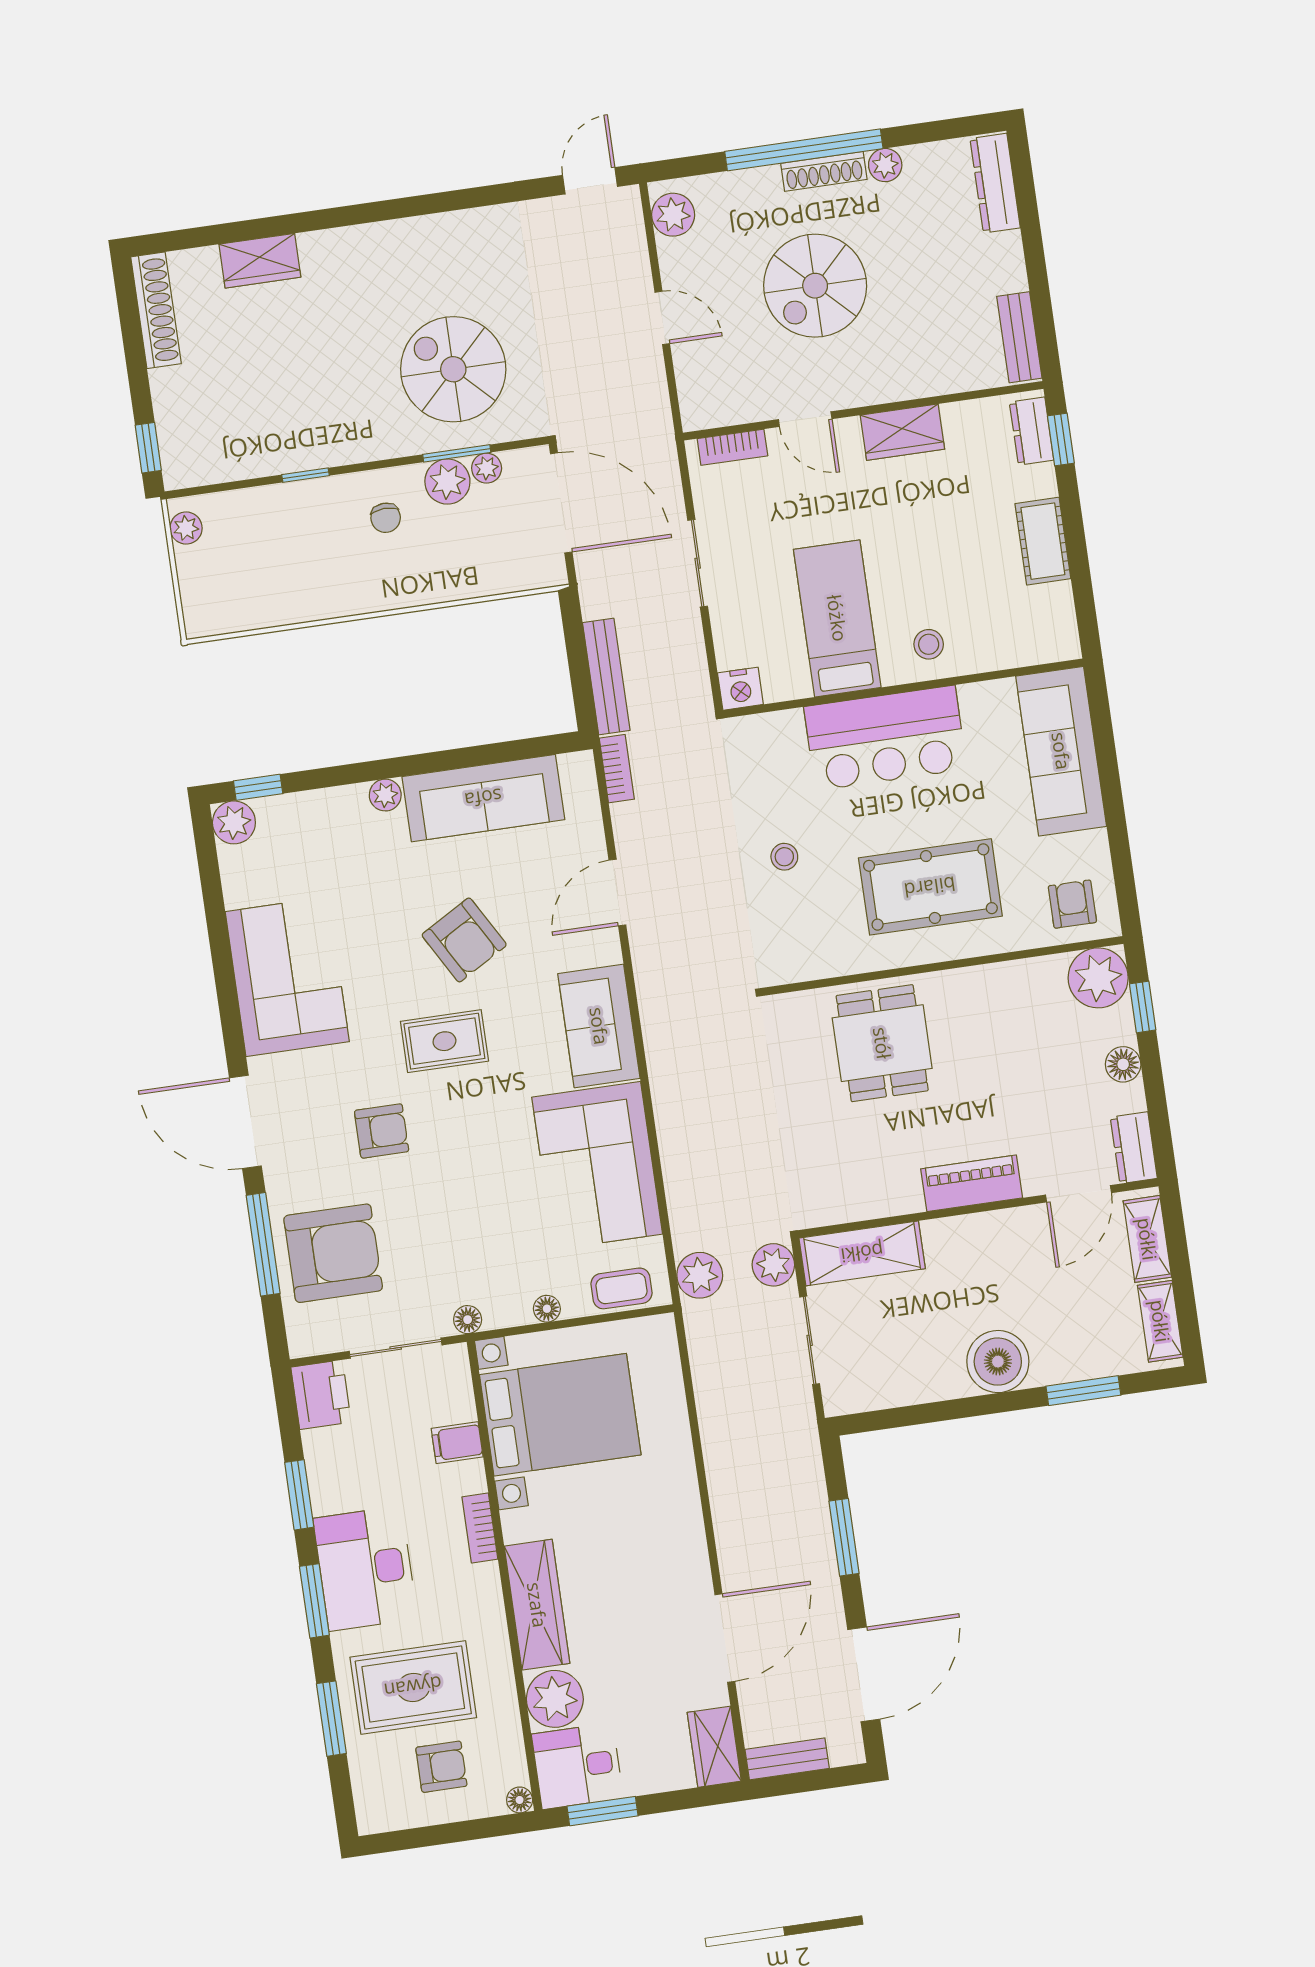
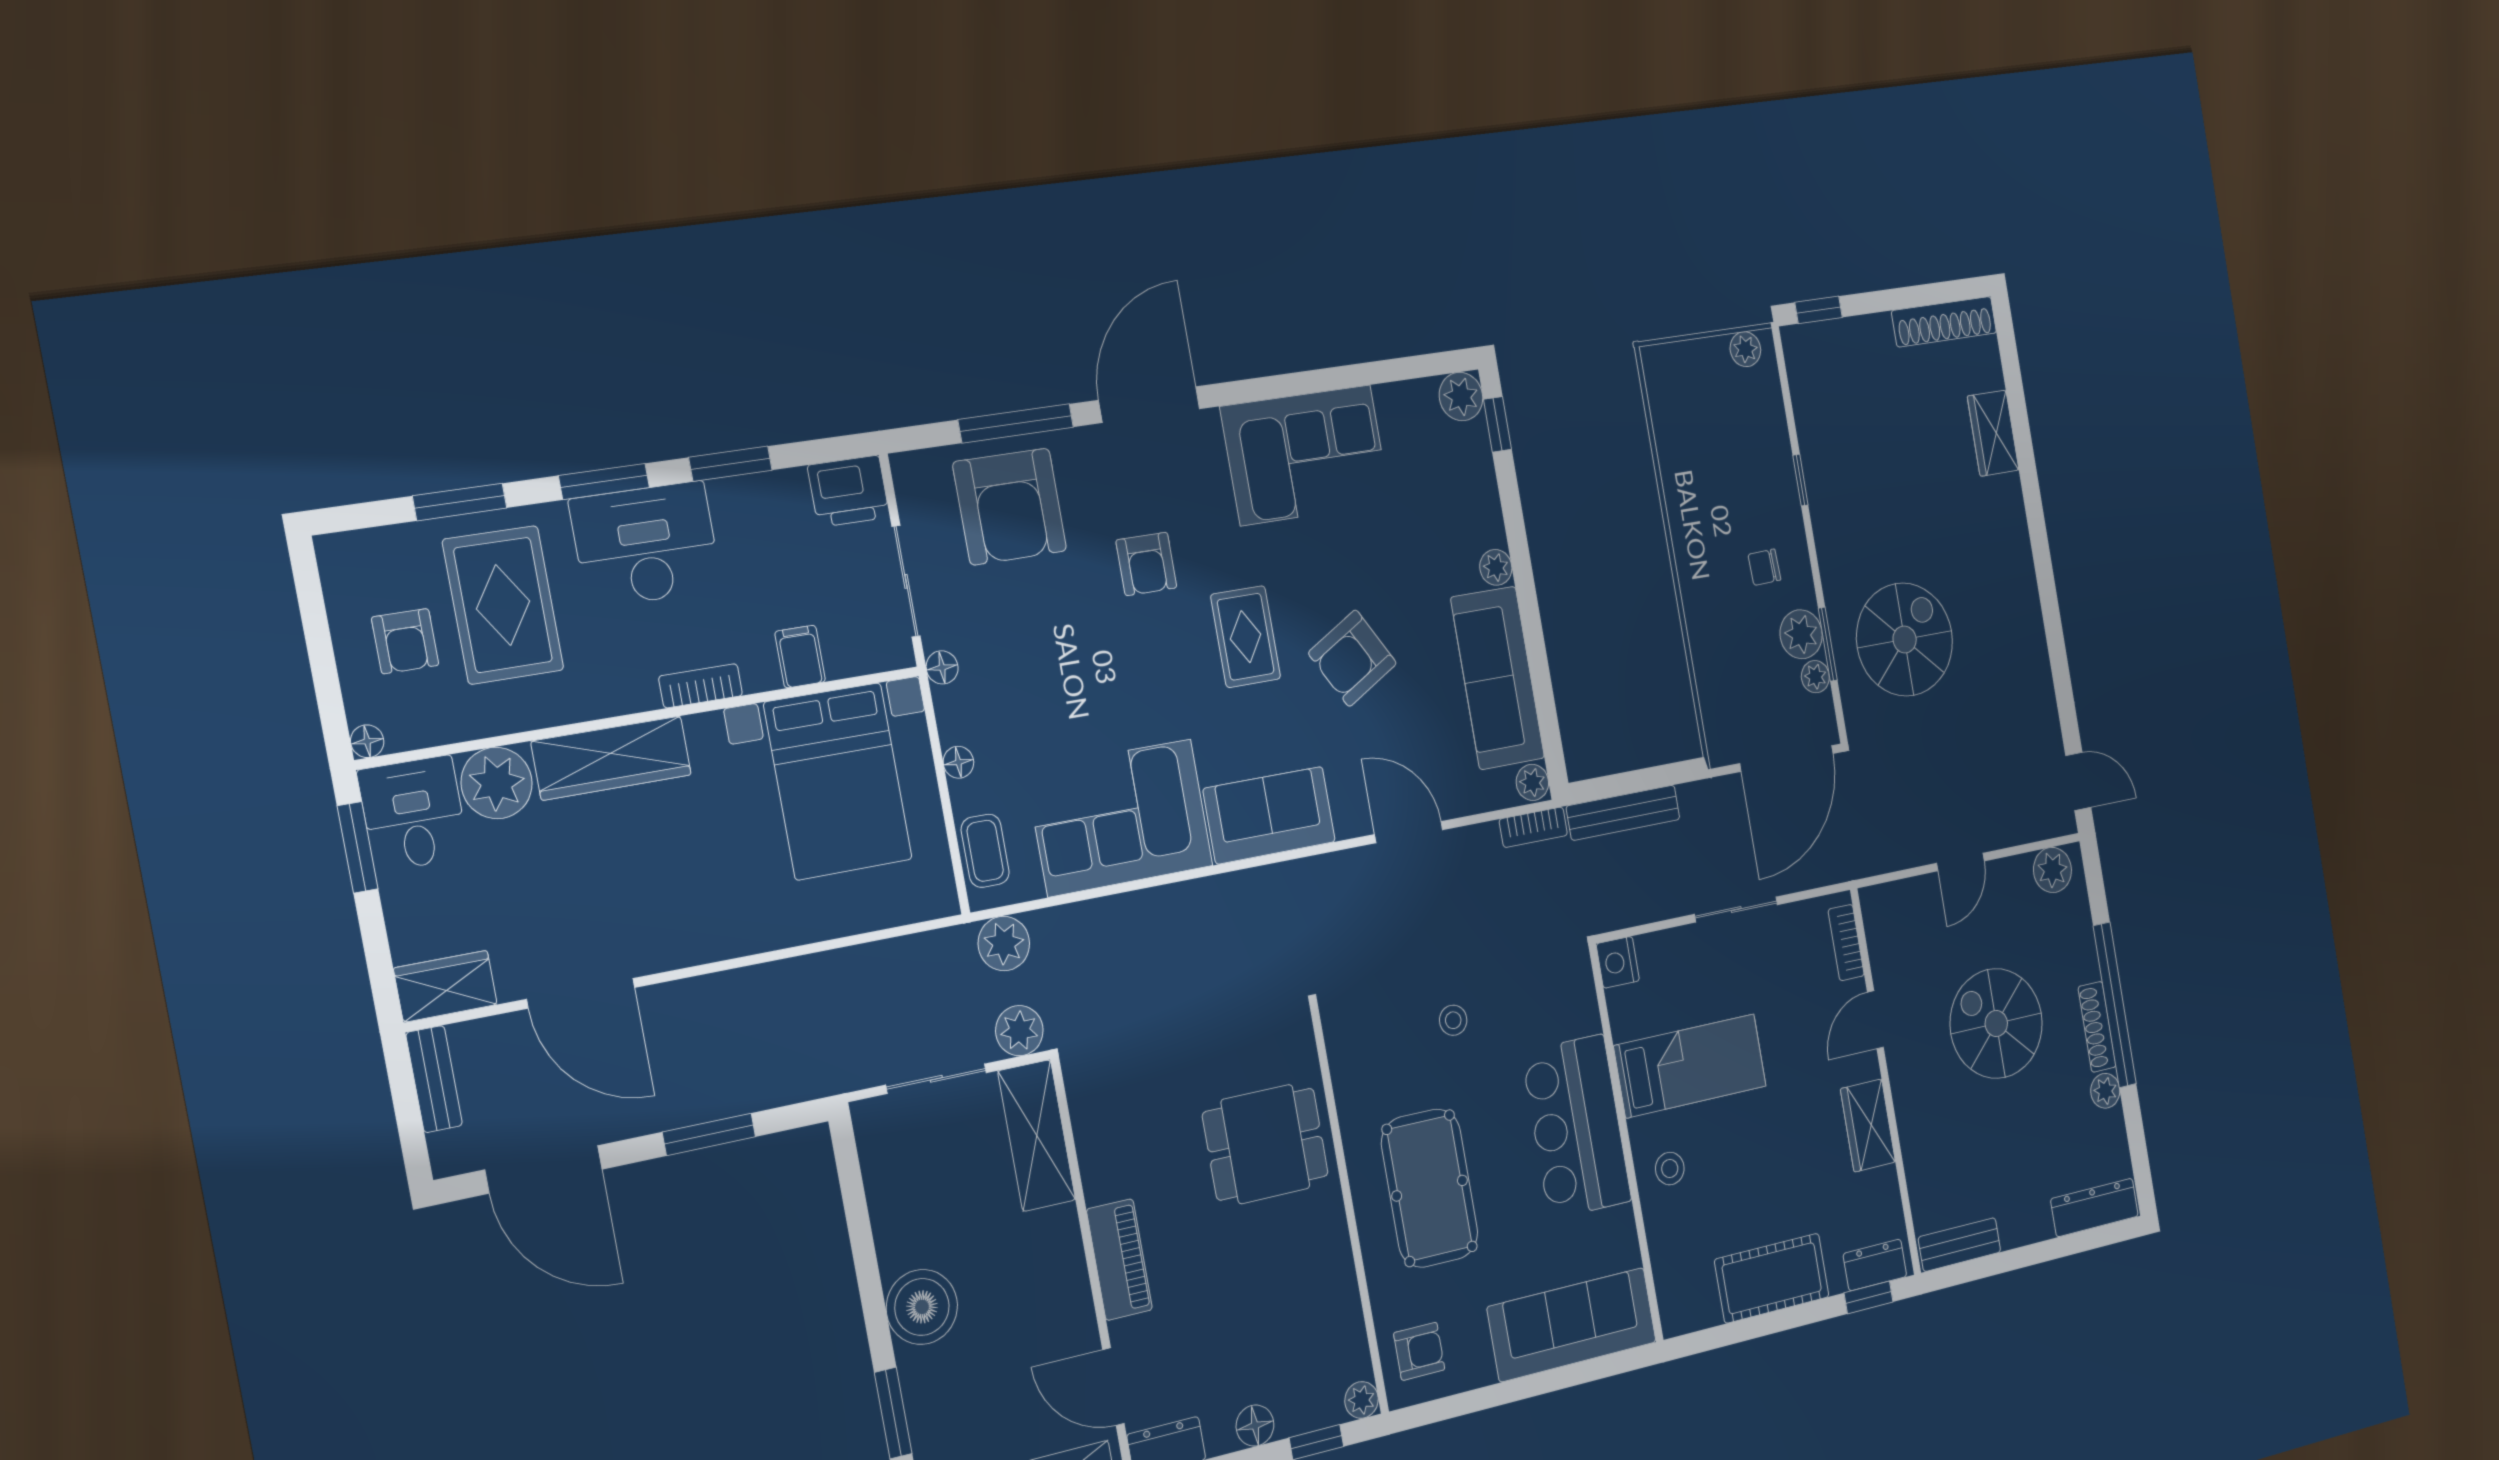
cot: (1043, 541) -> (1772, 1278), width x1.37, depth x1.34
plant: (577, 768) -> (1532, 782), added
plant: (1098, 978) -> (1362, 1400), width x0.53, depth x0.53

